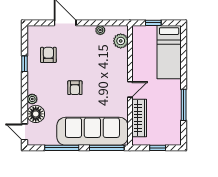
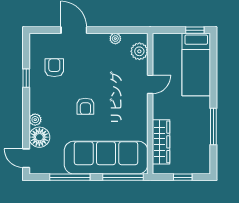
window: (153, 23) -> (195, 30), moved
door: (130, 89) -> (150, 84), moved

